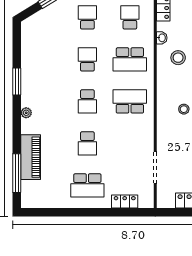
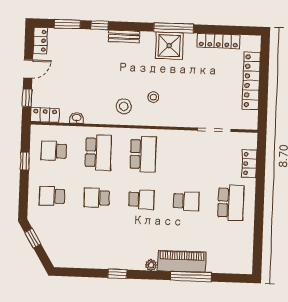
stool: (178, 58) -> (124, 106), moved
window: (17, 81) -> (117, 274), width x0.67
school desk: (130, 101) -> (143, 154), turned 180
piano: (31, 157) -> (182, 261), moved
window: (17, 173) -> (191, 276), moved

